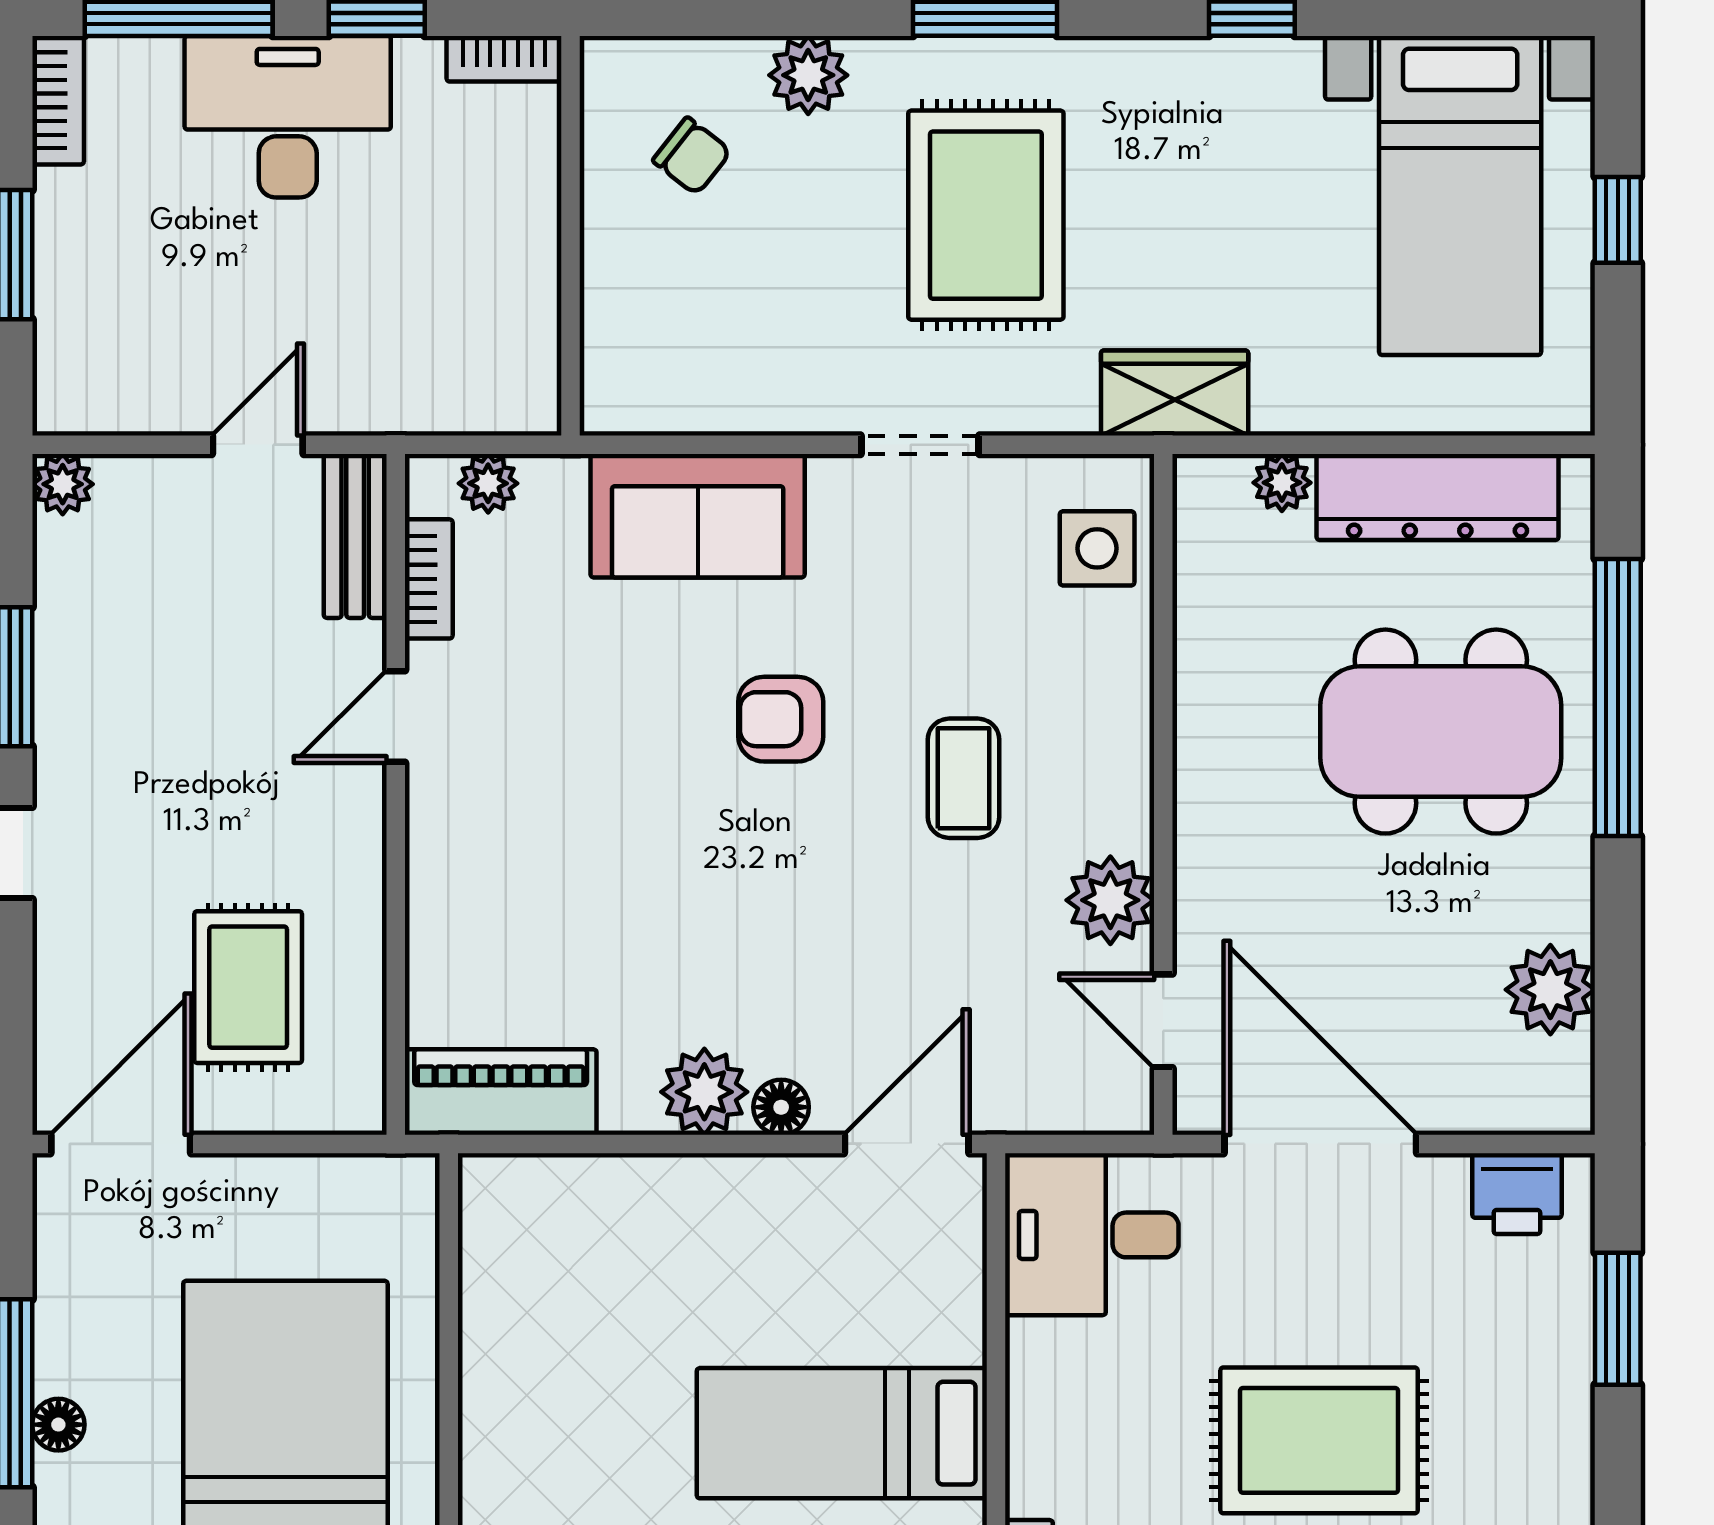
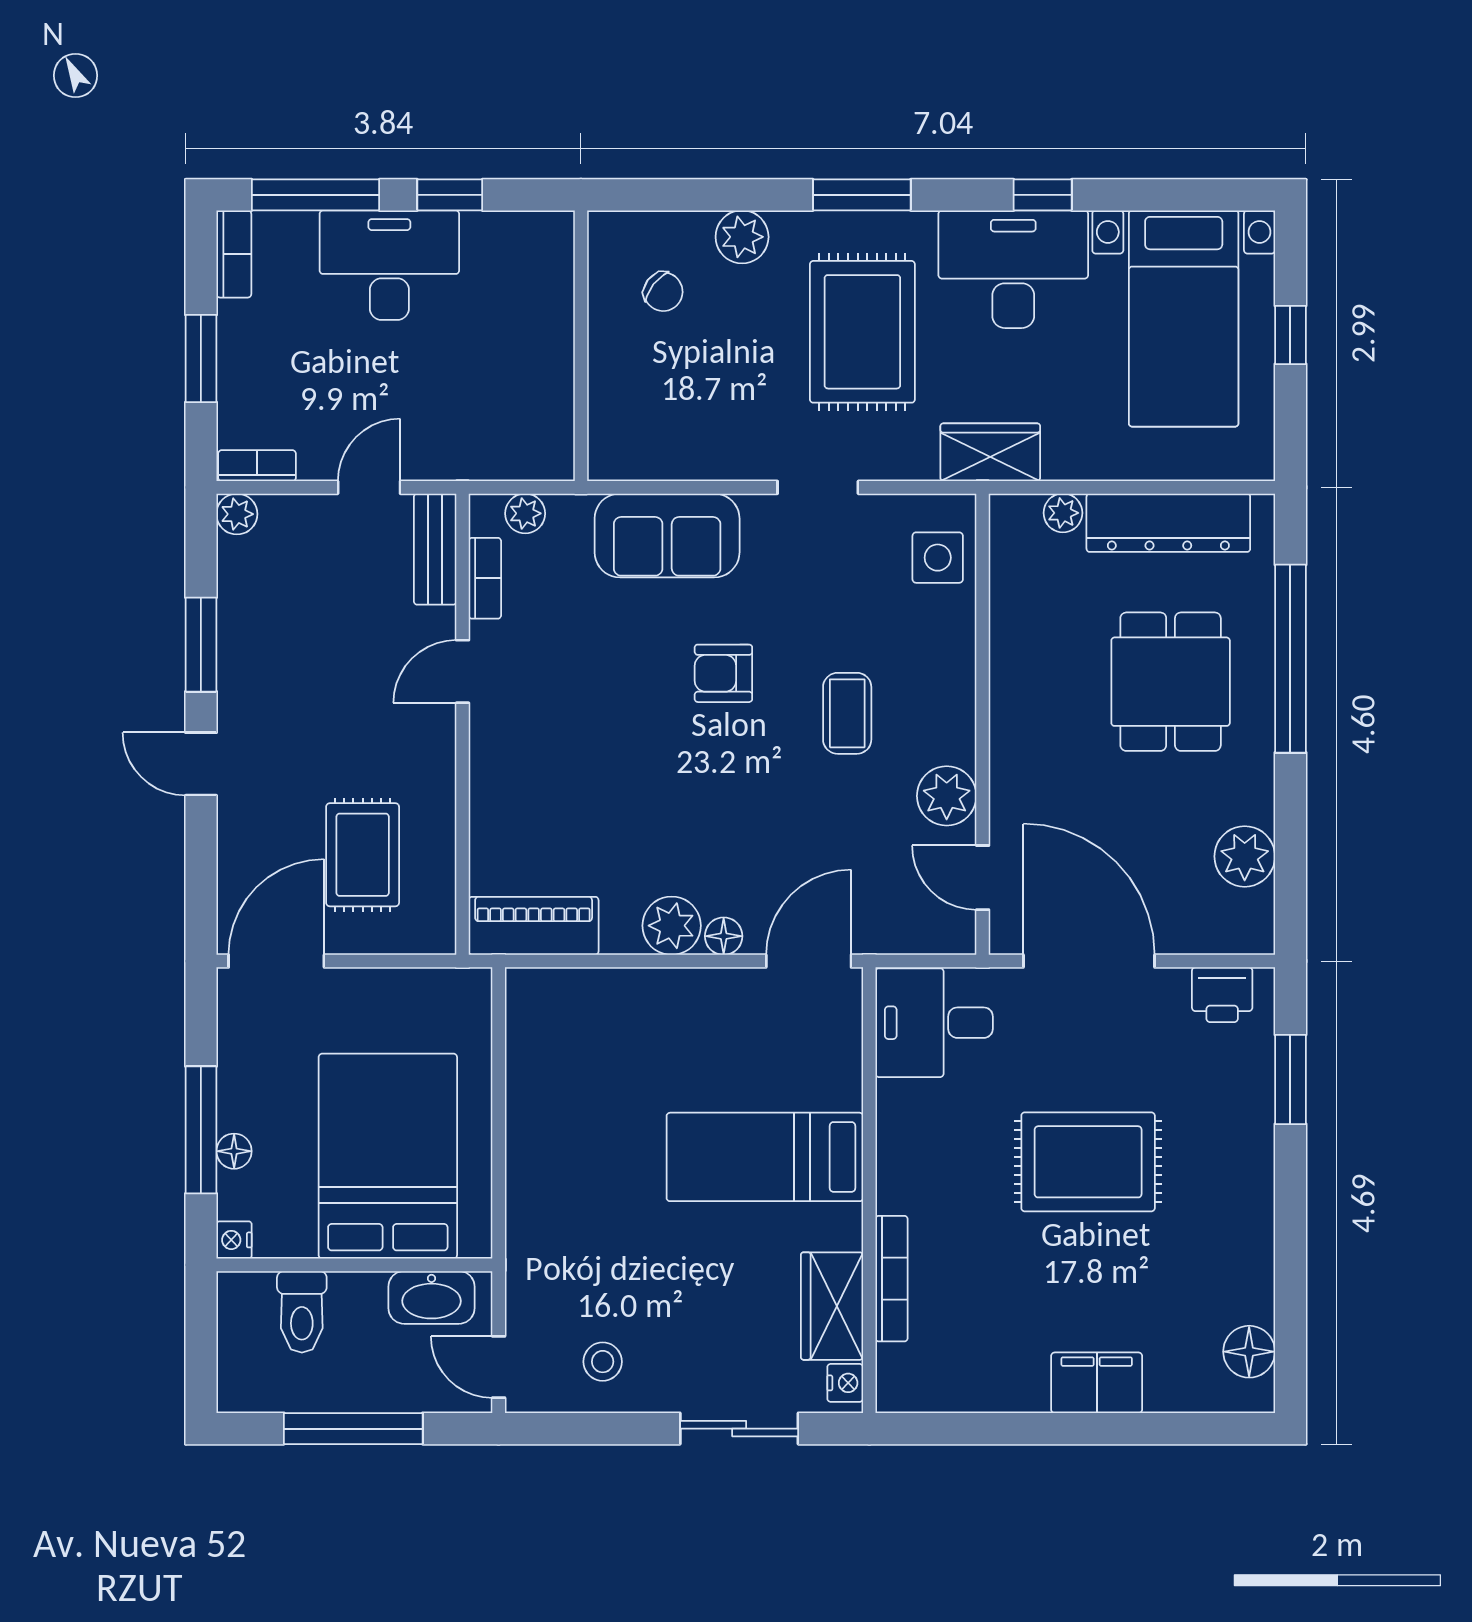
bookcase: (504, 59) -> (257, 466), moved, turned 180
desk: (1209, 123) -> (1013, 269), added
dining table: (1441, 732) -> (1171, 682), width x0.73

